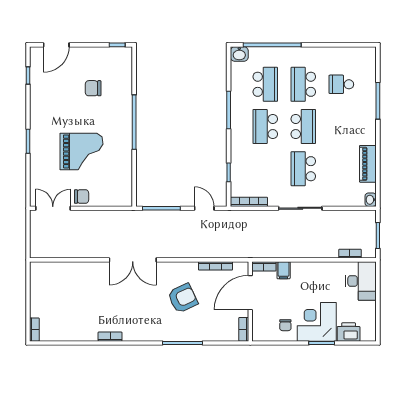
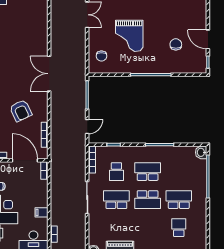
door: (56, 45) -> (208, 39), moved
school desk: (265, 84) -> (116, 172), moved, width x0.54
chair: (82, 197) -> (101, 56), moved
filing cabinet: (284, 270) -> (41, 212), moved

